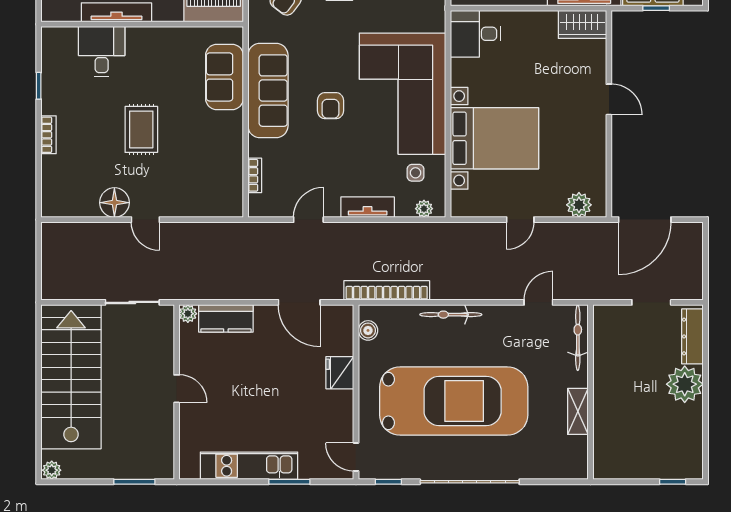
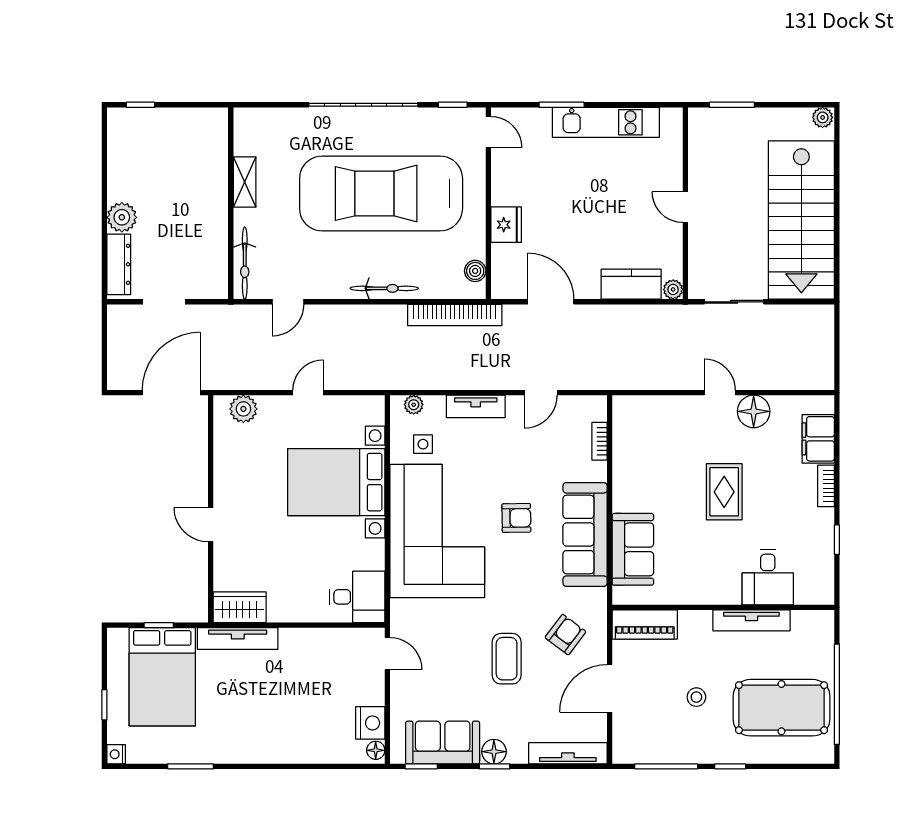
armchair: (330, 106) -> (516, 518), turned 89
filing cabinet: (56, 178) -> (818, 439), added
plant: (685, 384) -> (122, 217), width x0.73, depth x0.73

